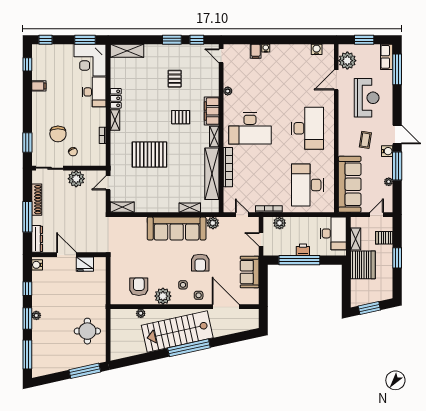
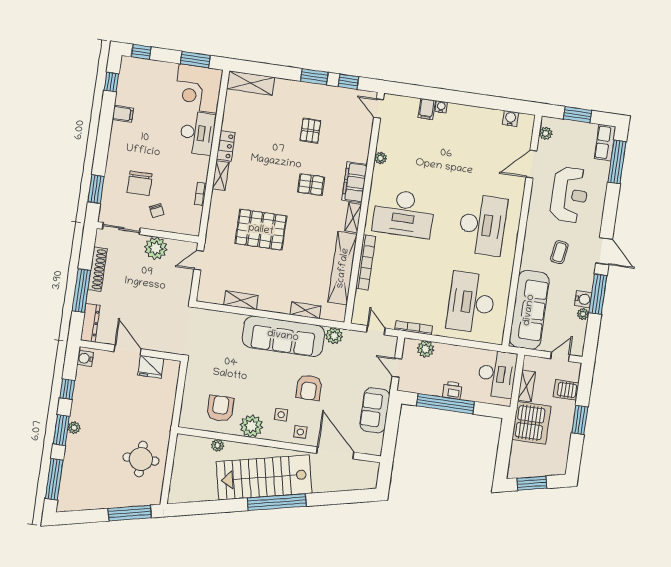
plant: (347, 61) -> (546, 133), width x0.53, depth x0.53
water cooler: (387, 151) -> (583, 299), moved
shelving: (122, 207) -> (241, 300), moved

